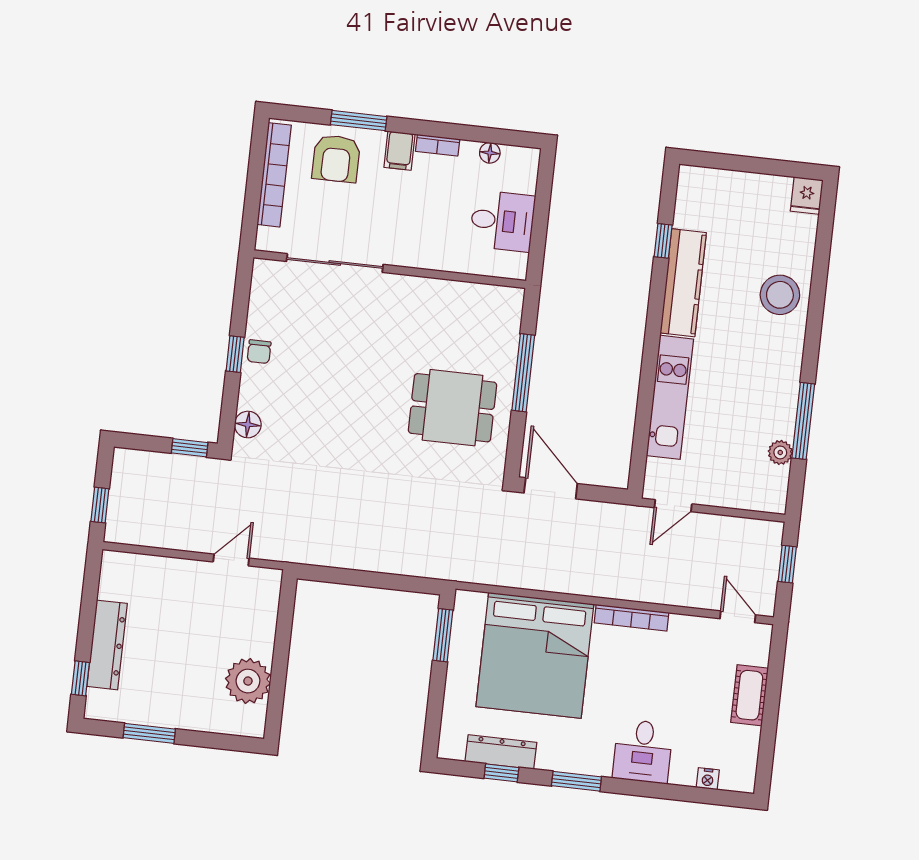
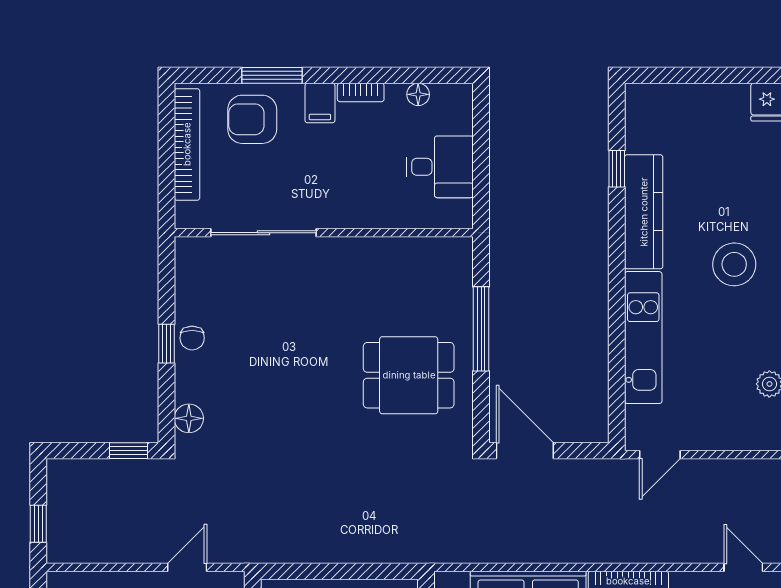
armchair: (336, 159) -> (252, 119), turned 90
stool: (780, 295) -> (734, 264), moved

